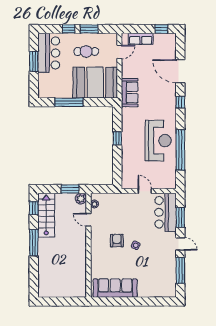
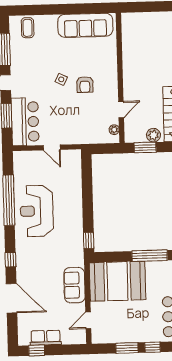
row of seats: (141, 39) -> (46, 338), moved
cafe table: (86, 51) -> (130, 320), removed
sofa: (130, 93) -> (74, 285), moved
window: (117, 138) -> (89, 241), moved
plant: (81, 199) -> (153, 135), moved
door: (88, 220) -> (121, 110), hinge flipped
coffee table: (161, 287) -> (28, 28), added

